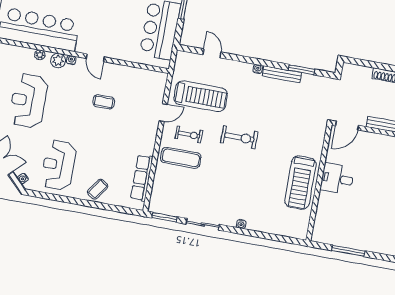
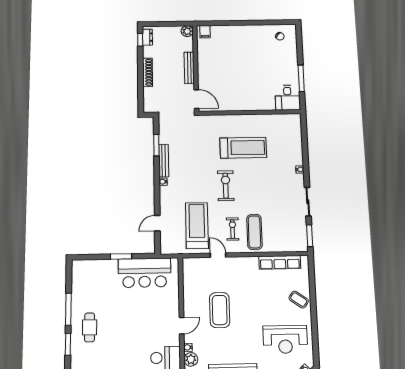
coffee table: (104, 102) -> (220, 310), width x1.86, depth x1.72
desk: (337, 179) -> (288, 98), moved
treadmill: (300, 183) -> (243, 148), moved

